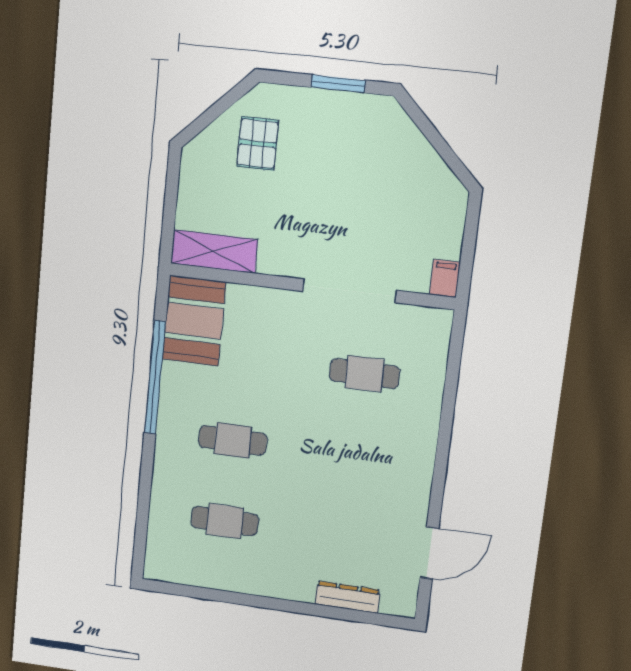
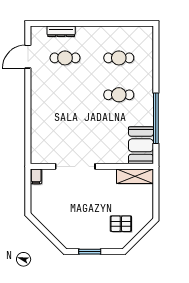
pallet: (258, 143) -> (121, 224), turned 90
cafe table: (364, 374) -> (65, 58), moved

